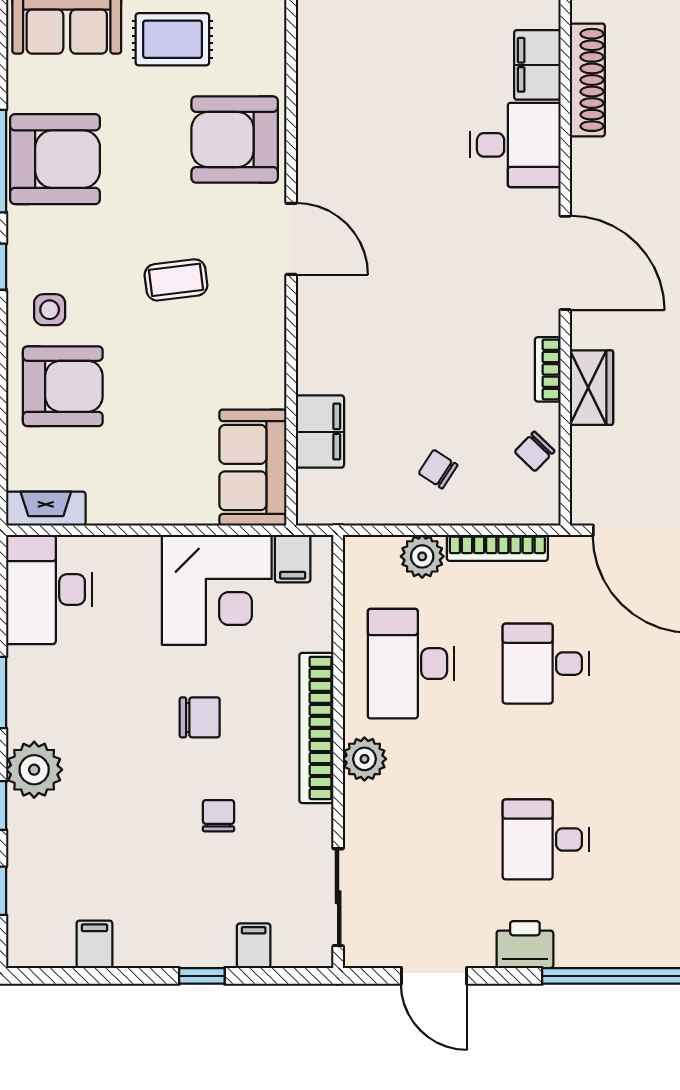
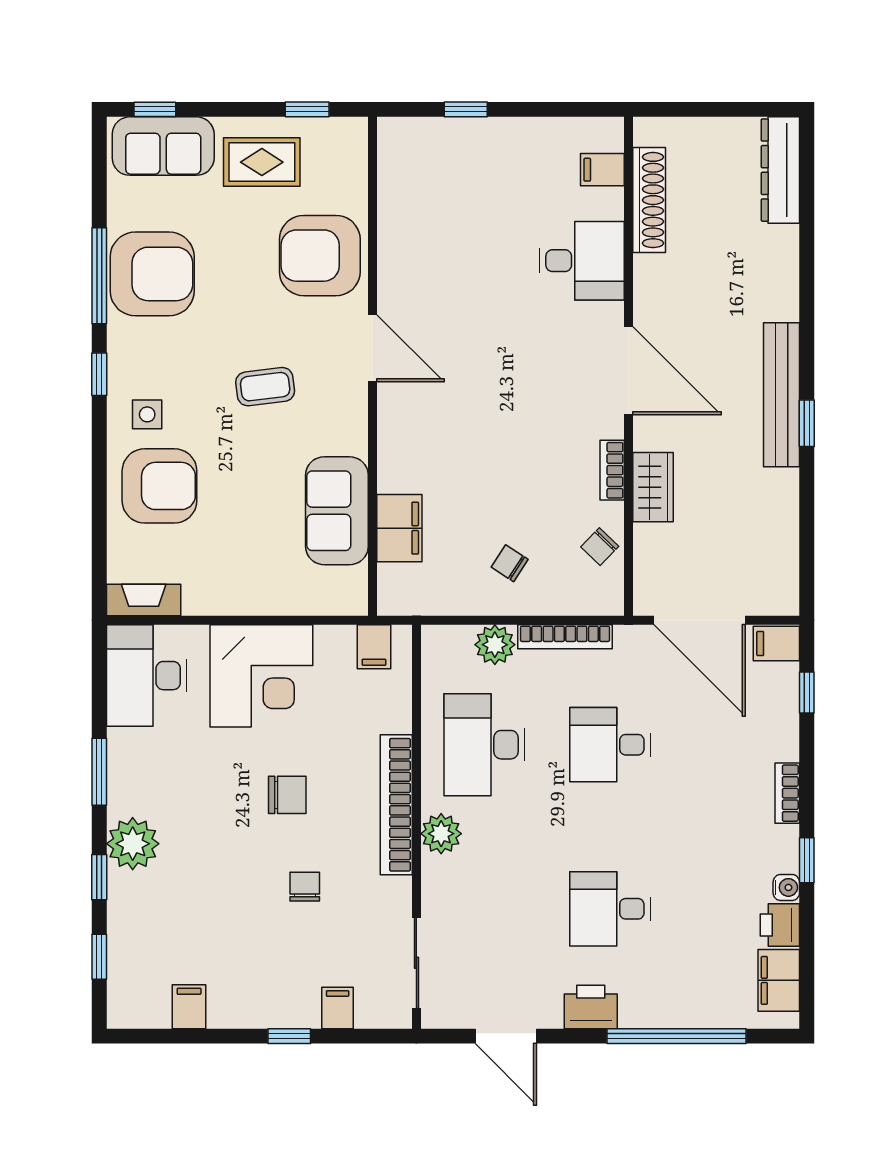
filing cabinet: (537, 65) -> (602, 170), width x0.50
sofa: (253, 468) -> (337, 511), moved
corner desk: (217, 590) -> (261, 676), moved

